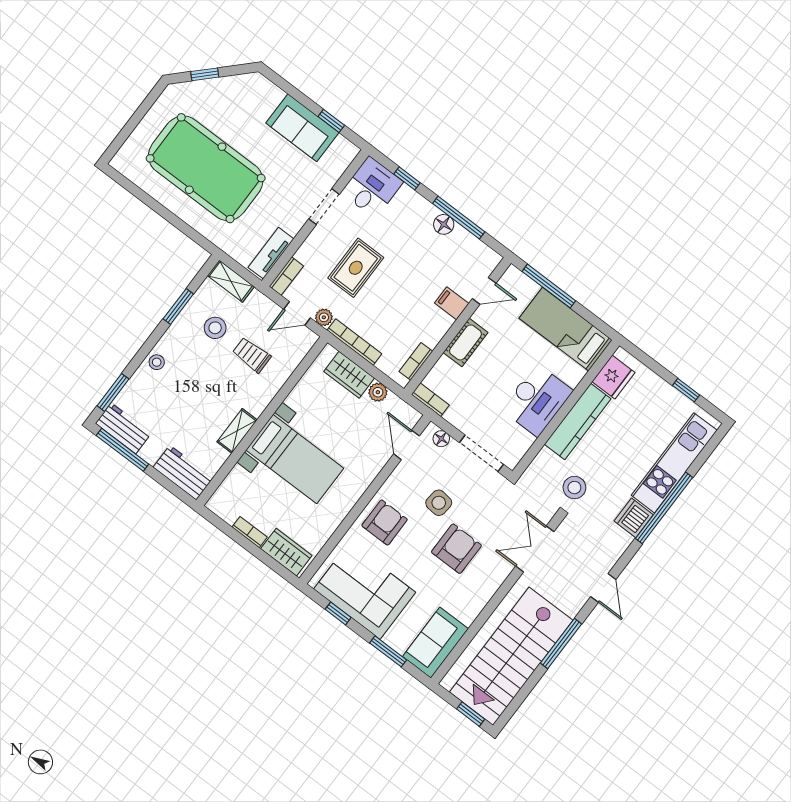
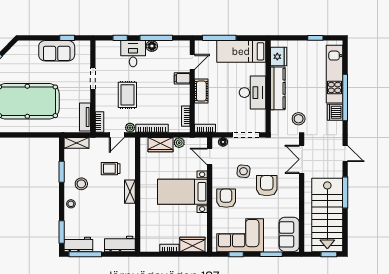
desk: (372, 187) -> (133, 54), moved
stool: (215, 328) -> (81, 184), moved
shelving: (237, 431) -> (130, 192), moved
bed with nightstands: (295, 459) -> (182, 192), moved, turned 180

